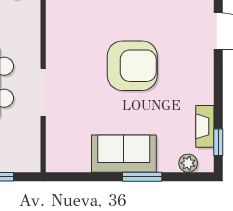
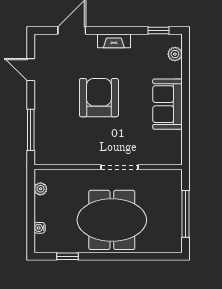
fireplace: (205, 126) -> (114, 41), moved
window: (142, 177) -> (185, 90), removed

